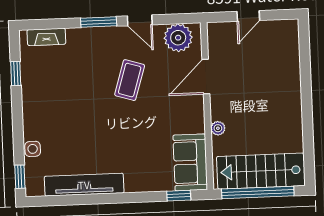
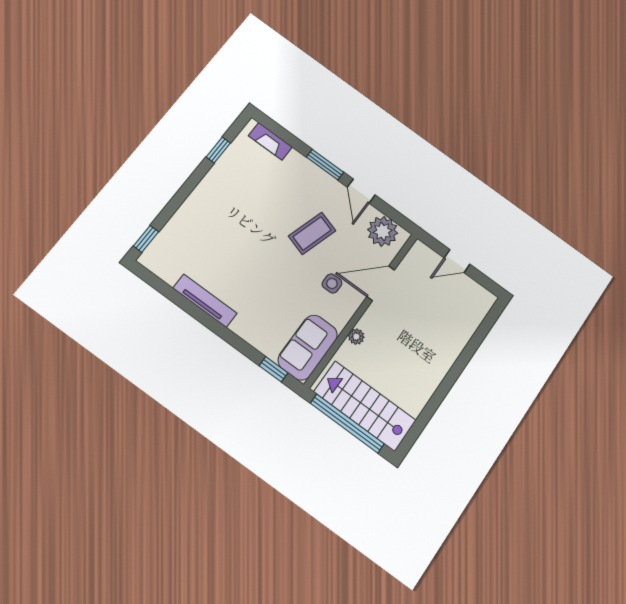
side table: (33, 149) -> (332, 283), moved
tv unit: (84, 185) -> (205, 301), width x0.73, depth x0.78

